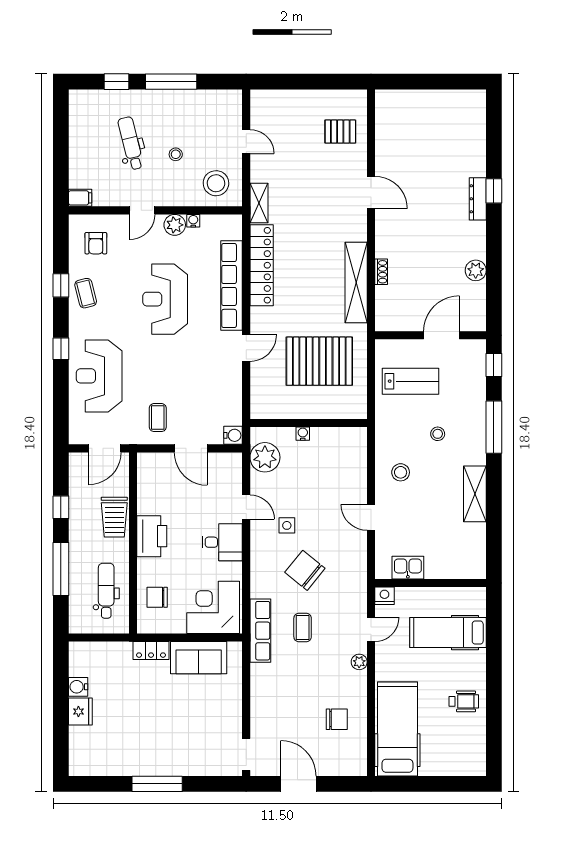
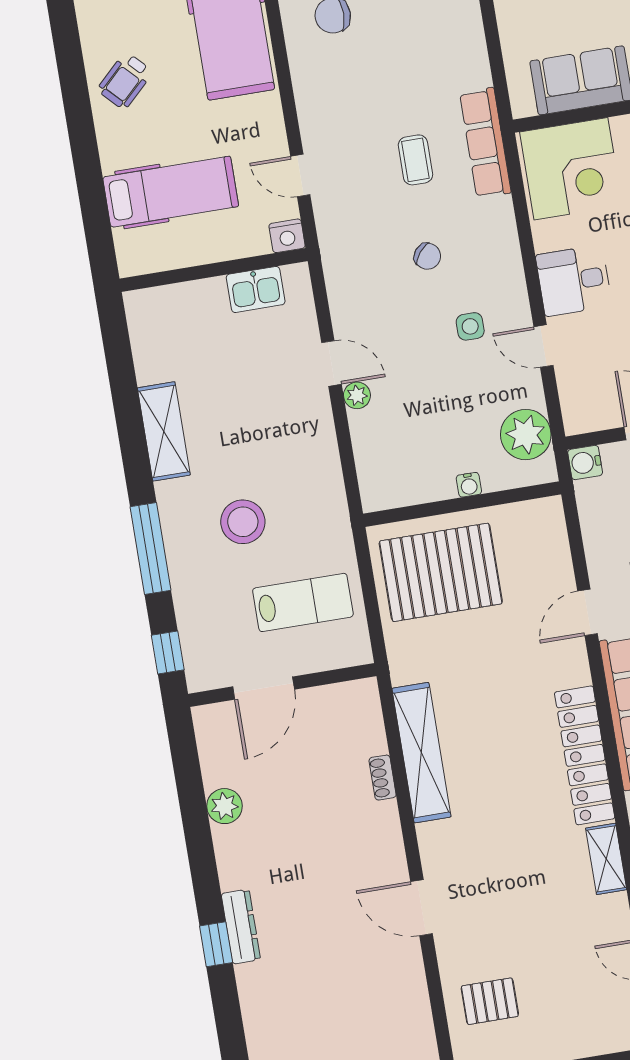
pallet: (319, 361) -> (441, 572), moved
lab bench: (410, 381) -> (303, 602), turned 180
stool: (438, 434) -> (243, 522), width x1.89, depth x1.89
stool: (401, 472) -> (294, 447), removed
chair: (305, 570) -> (427, 256), width x0.54, depth x0.54
door: (371, 629) -> (300, 176), hinge flipped
plant: (359, 662) -> (357, 395), moved
wheelchair: (464, 701) -> (125, 81), turned -44

